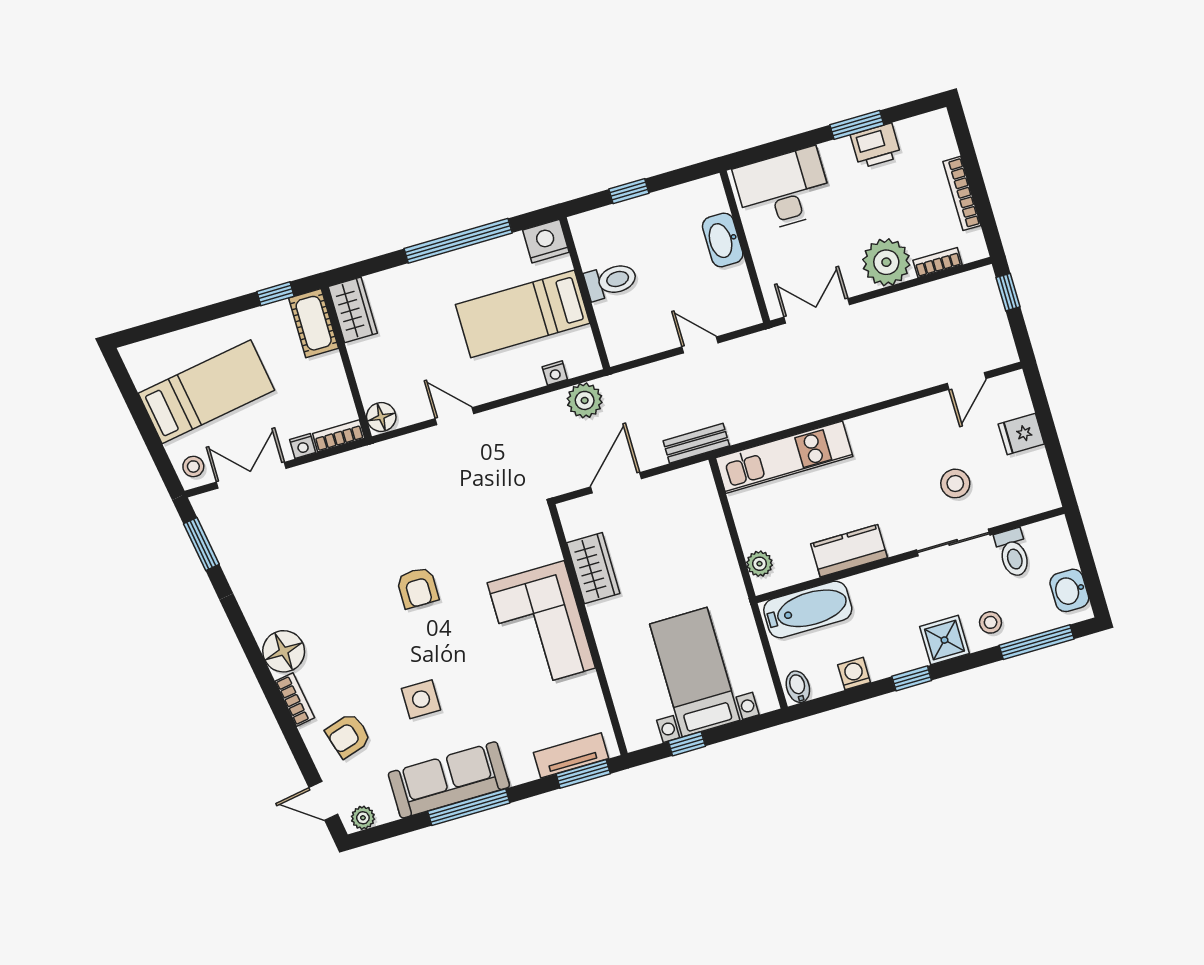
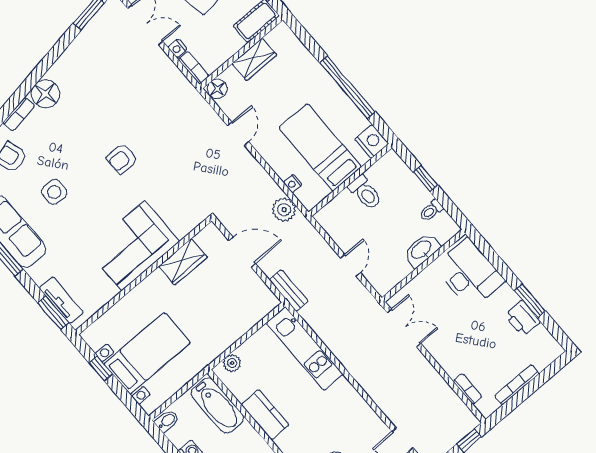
toilet: (675, 203) -> (431, 211), added
plant: (886, 262) -> (453, 357), removed
wardrobe: (353, 310) -> (254, 59), moved

